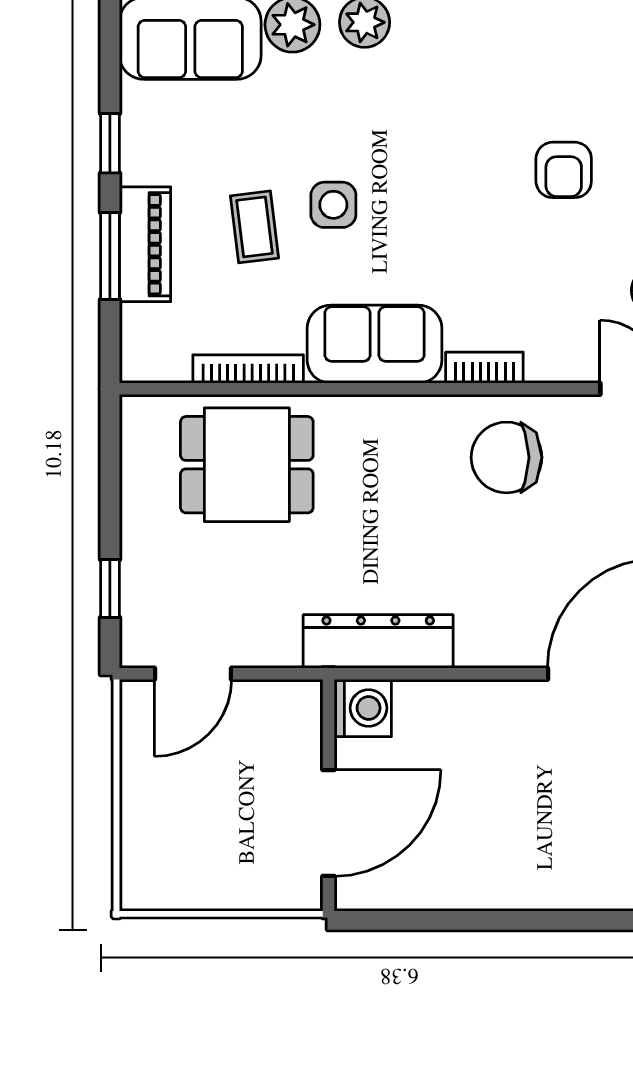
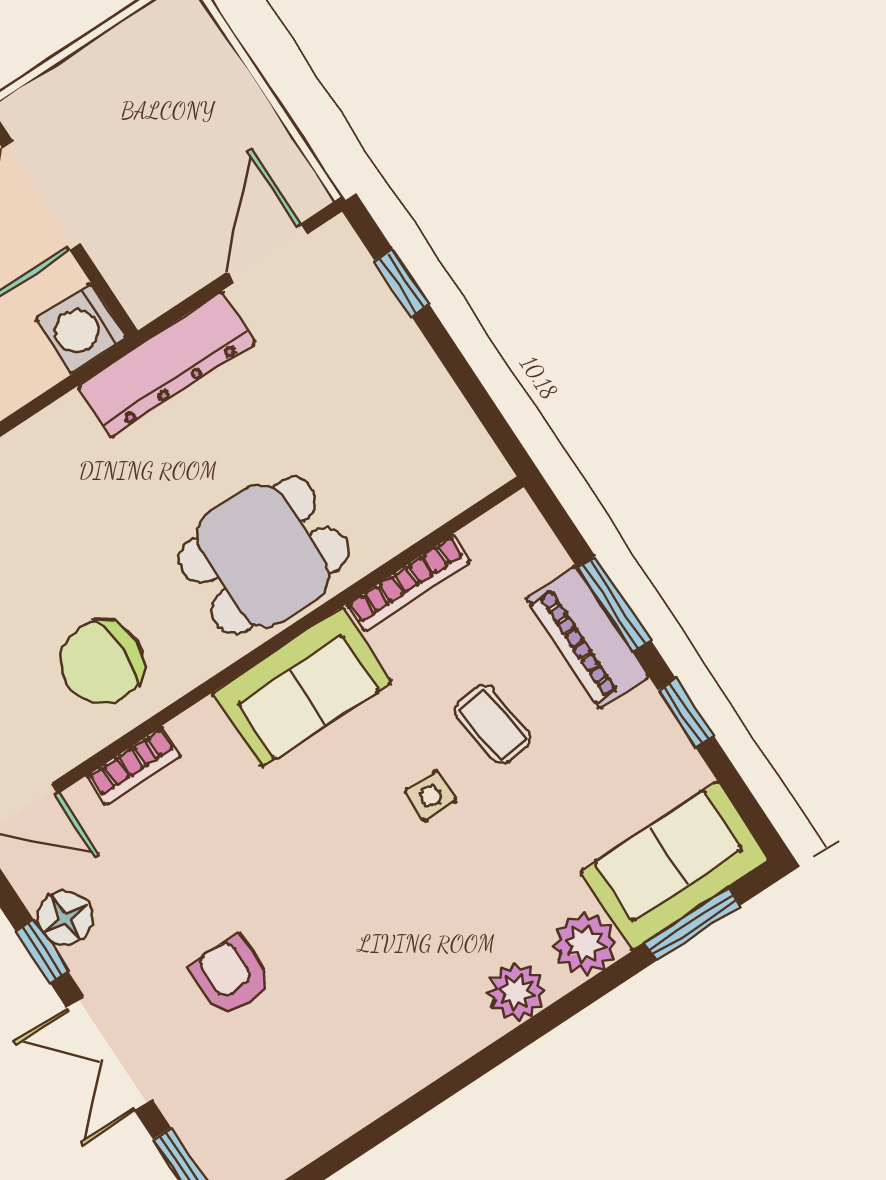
side table: (333, 205) -> (430, 796), width x0.73, depth x0.73
bookcase: (484, 368) -> (134, 766), moved
chair: (507, 457) -> (102, 662), turned 180
dining table: (247, 465) -> (264, 556), moved
dresser: (378, 641) -> (166, 364), moved

